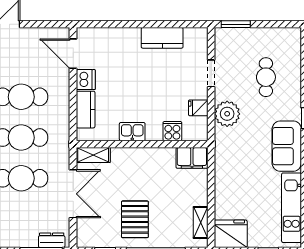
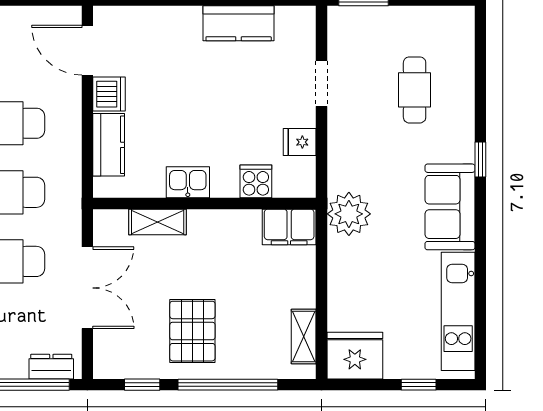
plant: (227, 114) -> (349, 214), moved
shelving: (93, 155) -> (158, 222), moved

